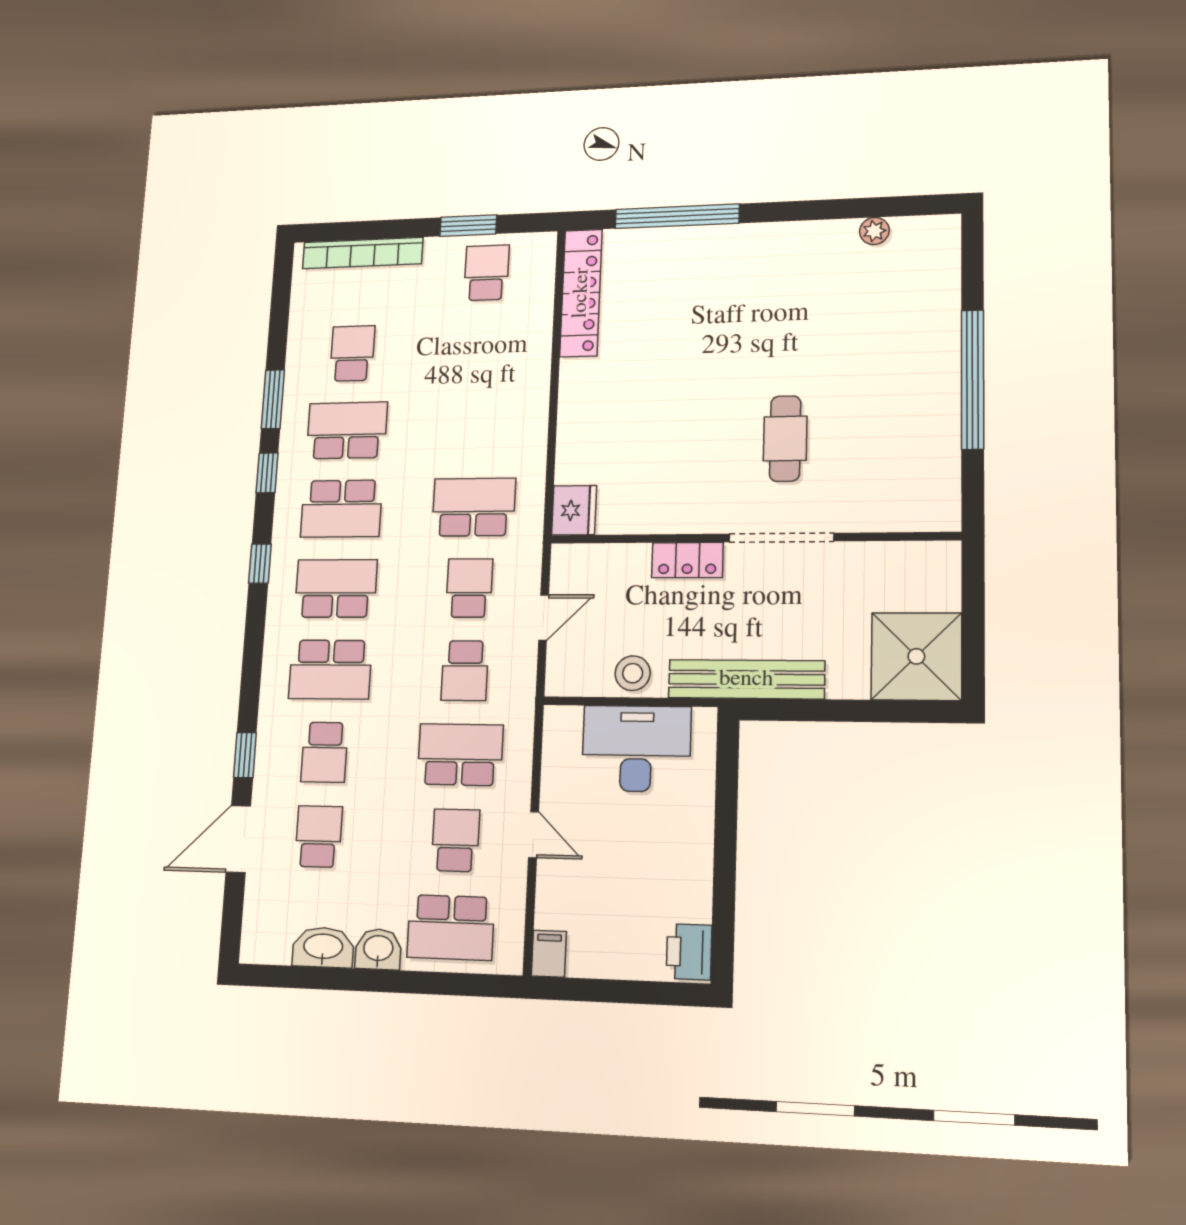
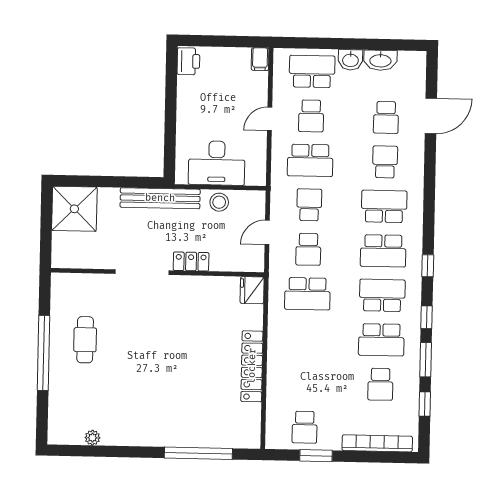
locker: (581, 293) -> (252, 366), moved
cafe table: (785, 439) -> (85, 340), moved
window: (245, 755) -> (425, 404), moved
door: (534, 835) -> (270, 119), hinge flipped

